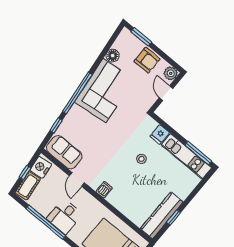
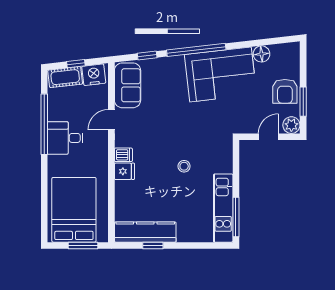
window: (141, 37) -> (303, 102), moved
fridge: (160, 134) -> (124, 171), moved, turned 180

